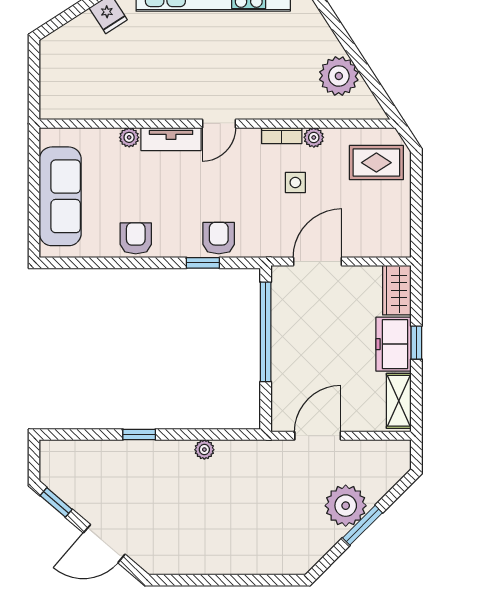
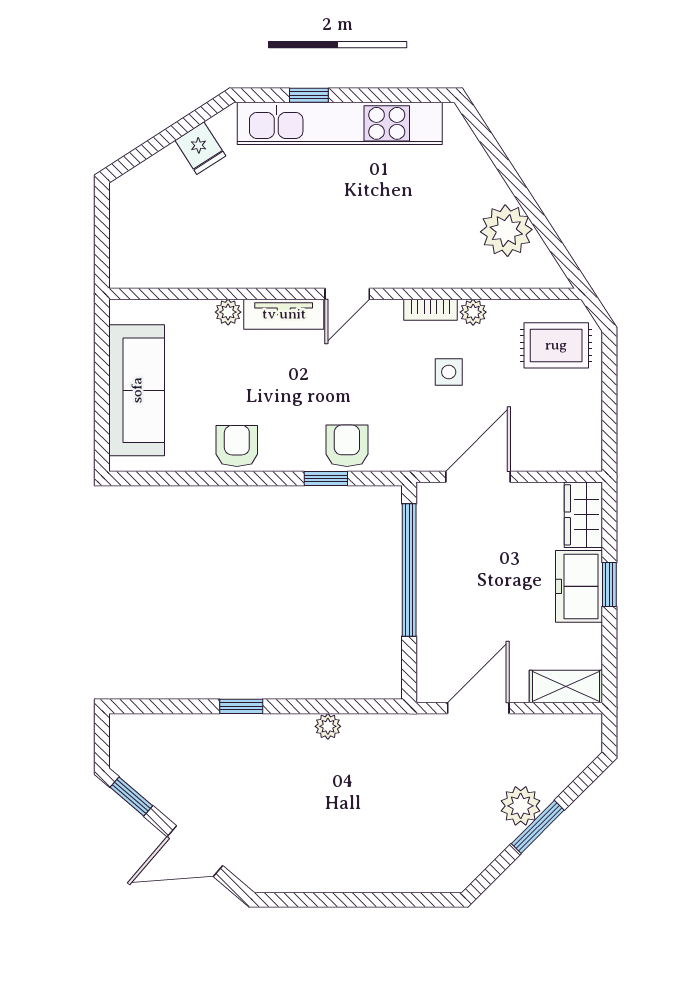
shelving: (399, 401) -> (566, 687), moved, turned 90
plant: (346, 506) -> (521, 806), width x0.73, depth x0.73

